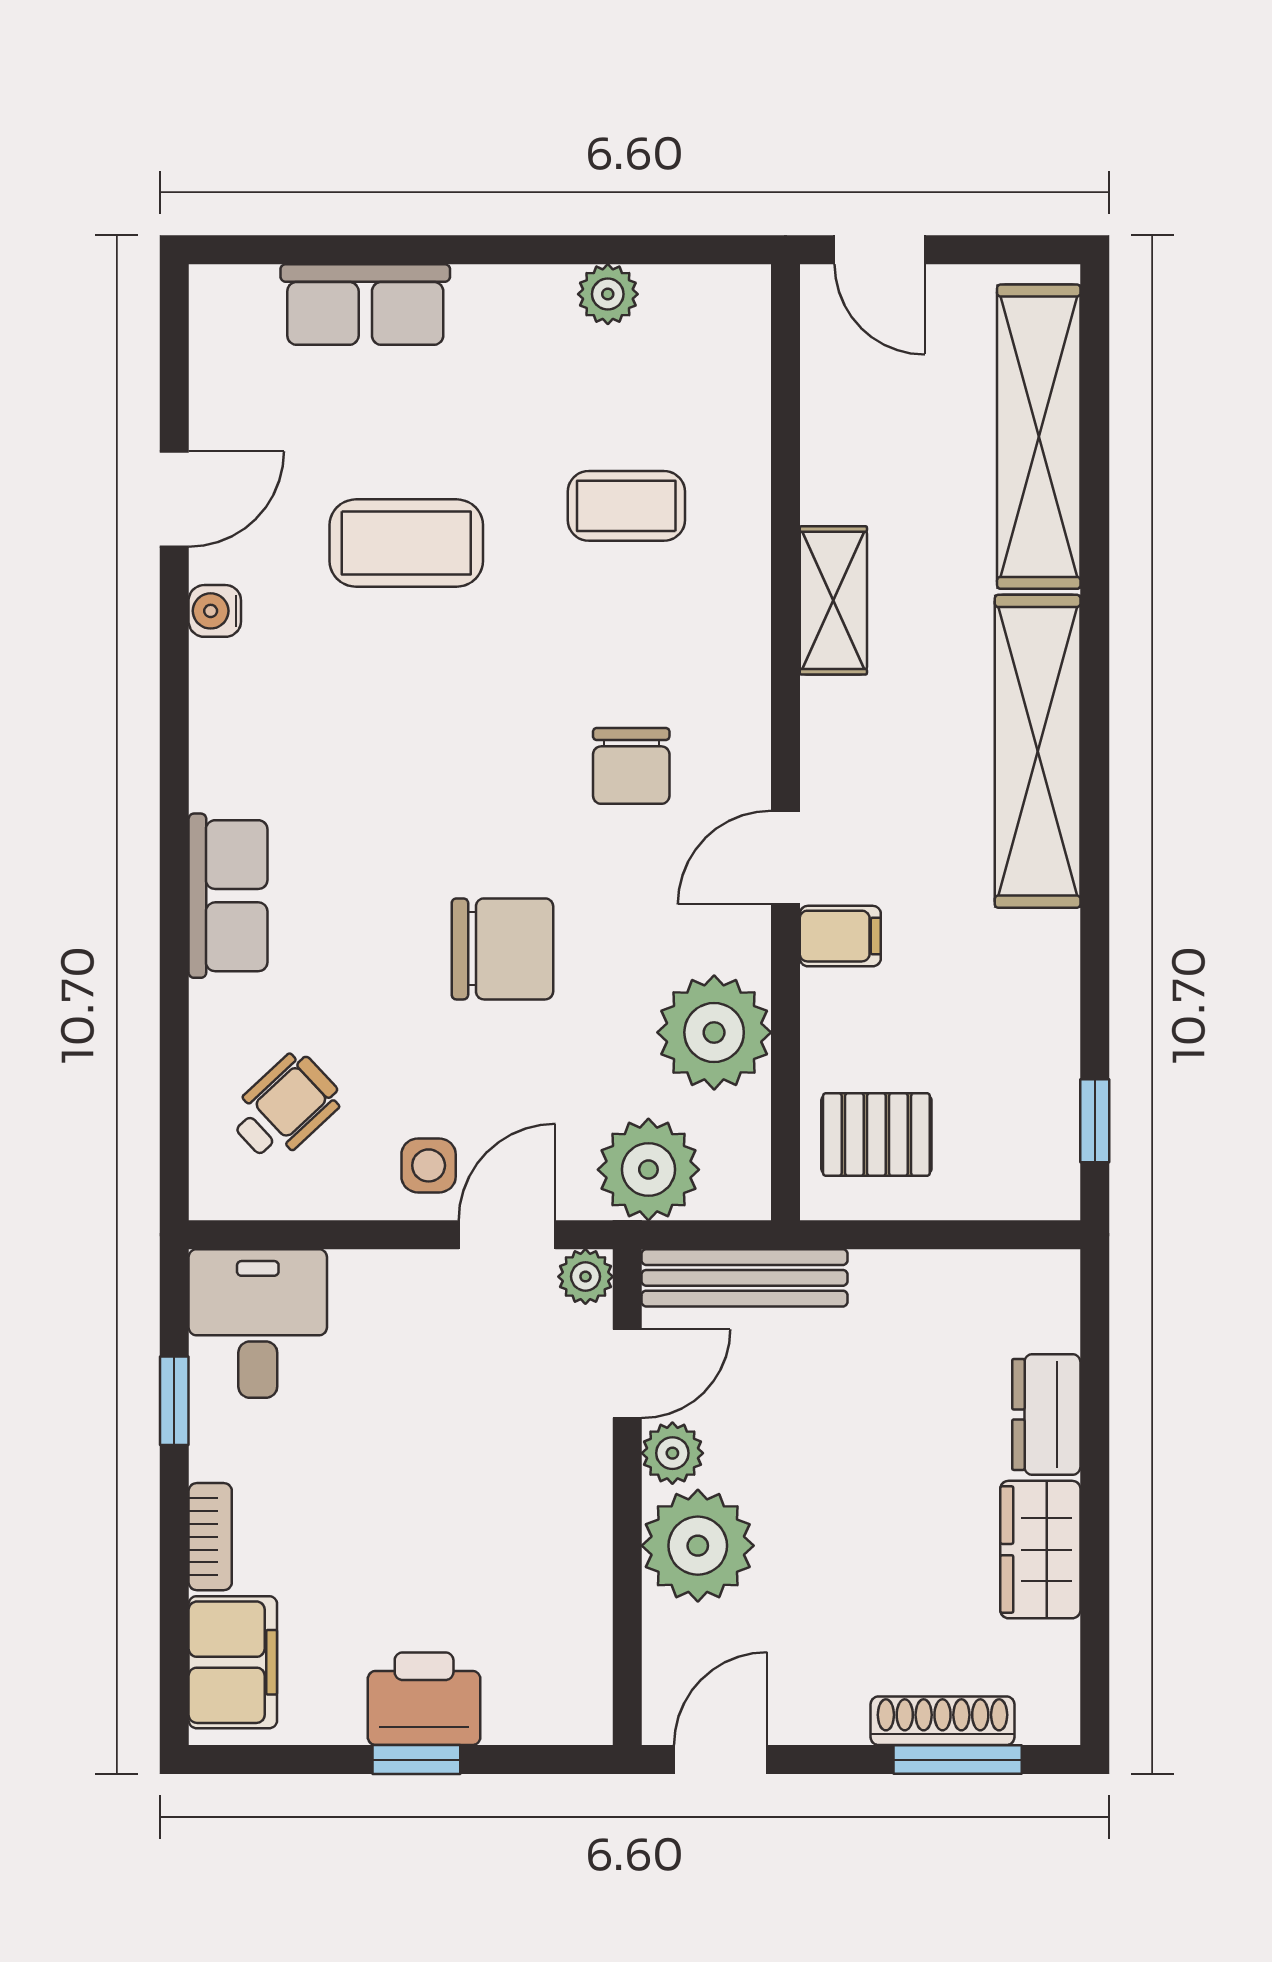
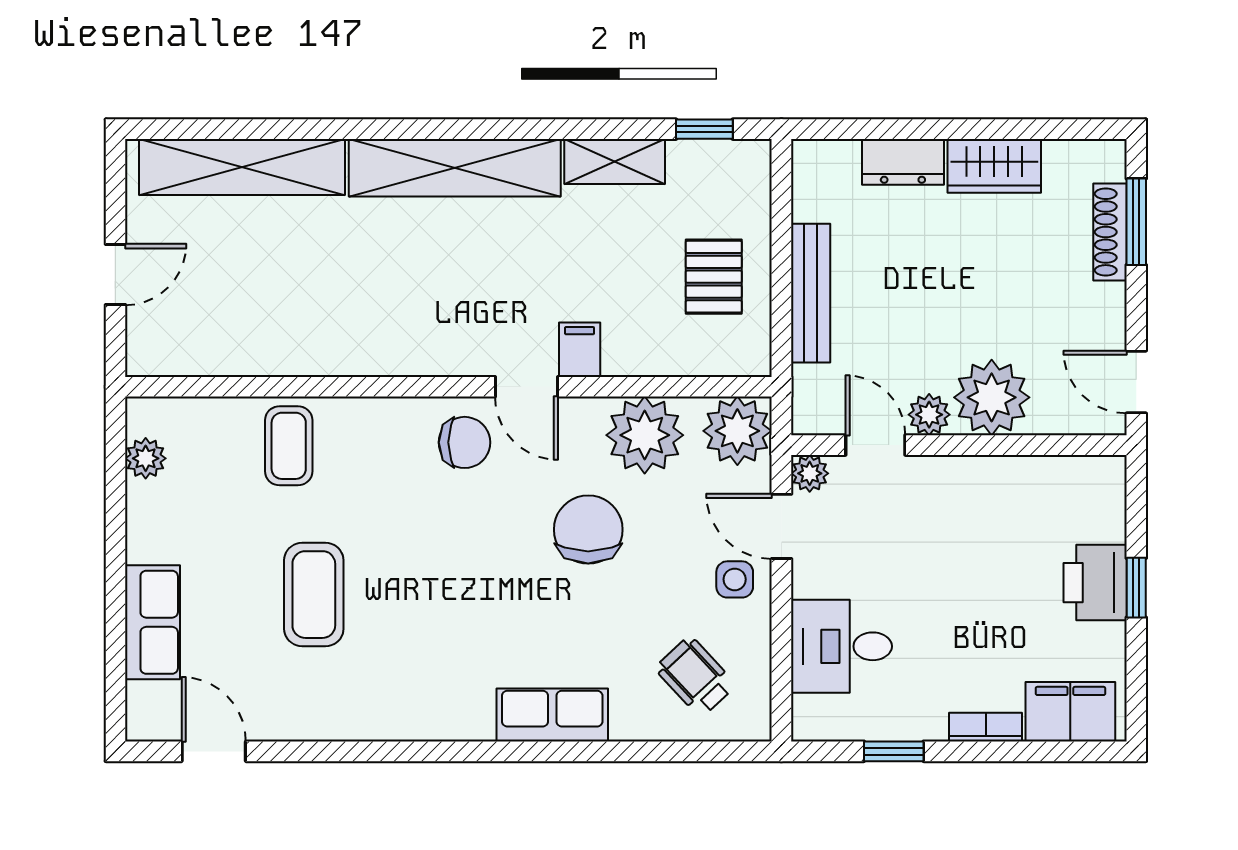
door: (174, 499) -> (214, 751), moved
shelving: (833, 600) -> (615, 161), moved
water cooler: (215, 611) -> (360, 724), removed
wall: (786, 742) -> (448, 387), moved
door: (786, 858) -> (526, 387), moved
filing cabinet: (840, 936) -> (580, 350), moved
plant: (714, 1032) -> (645, 435), moved
bench: (745, 1278) -> (811, 293), moved
desk: (258, 1323) -> (841, 646), moved

